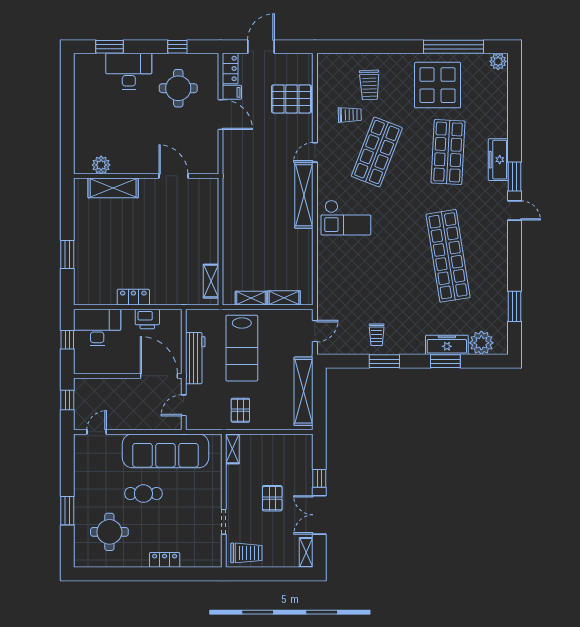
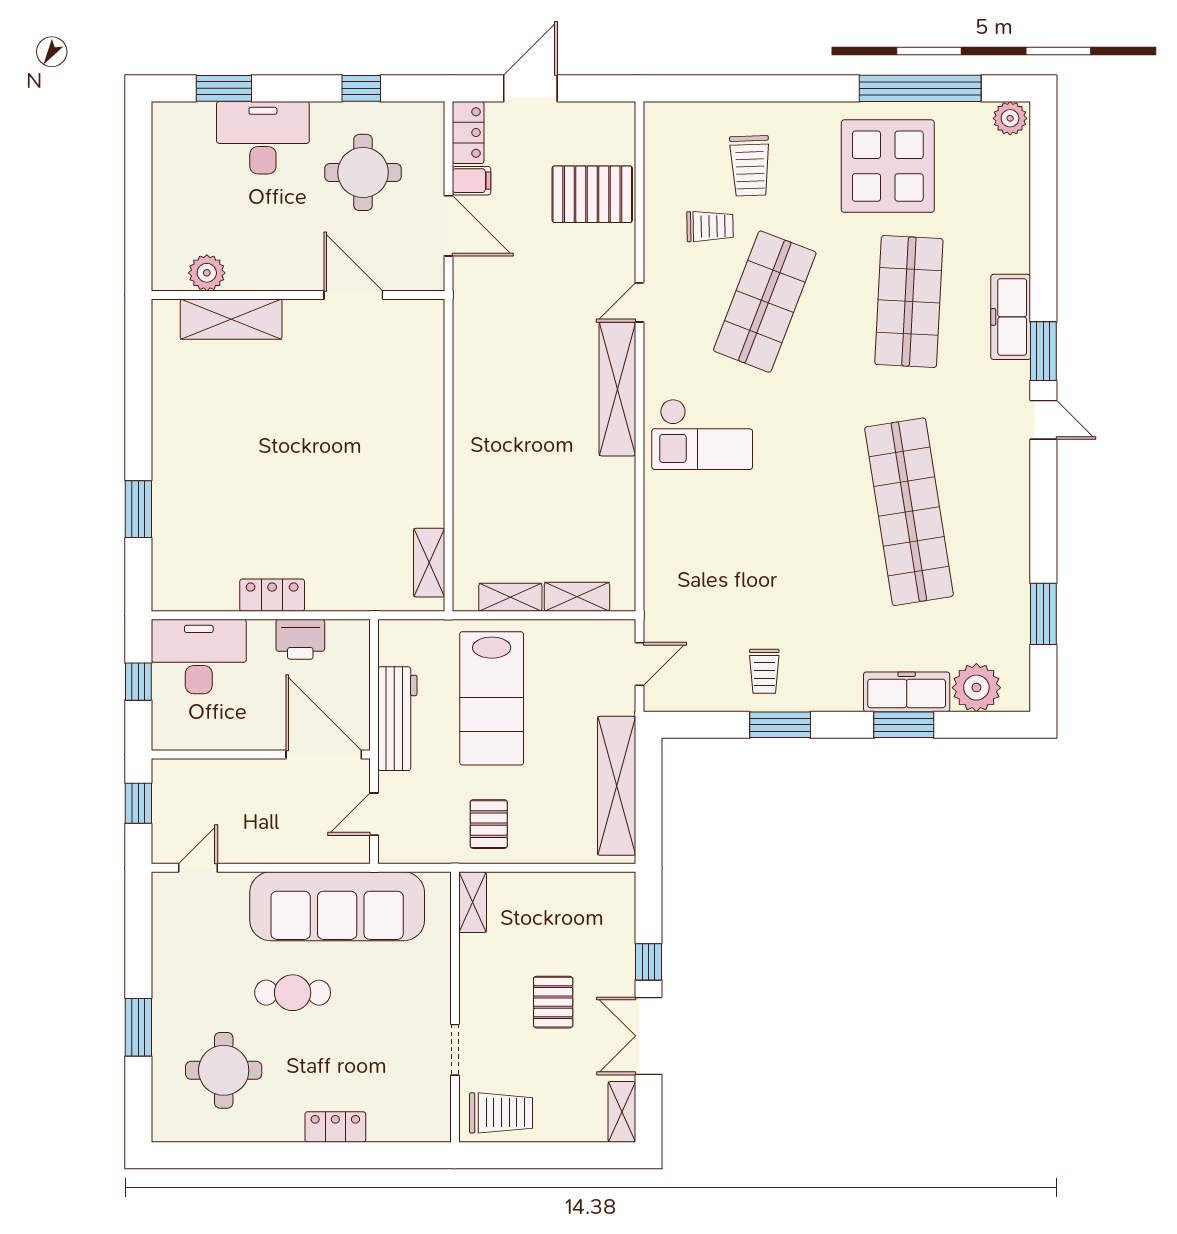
plant: (101, 165) -> (207, 273), moved
wall: (146, 176) -> (298, 295), moved
door: (173, 176) -> (353, 295), moved
shelving: (113, 188) -> (231, 319), moved

